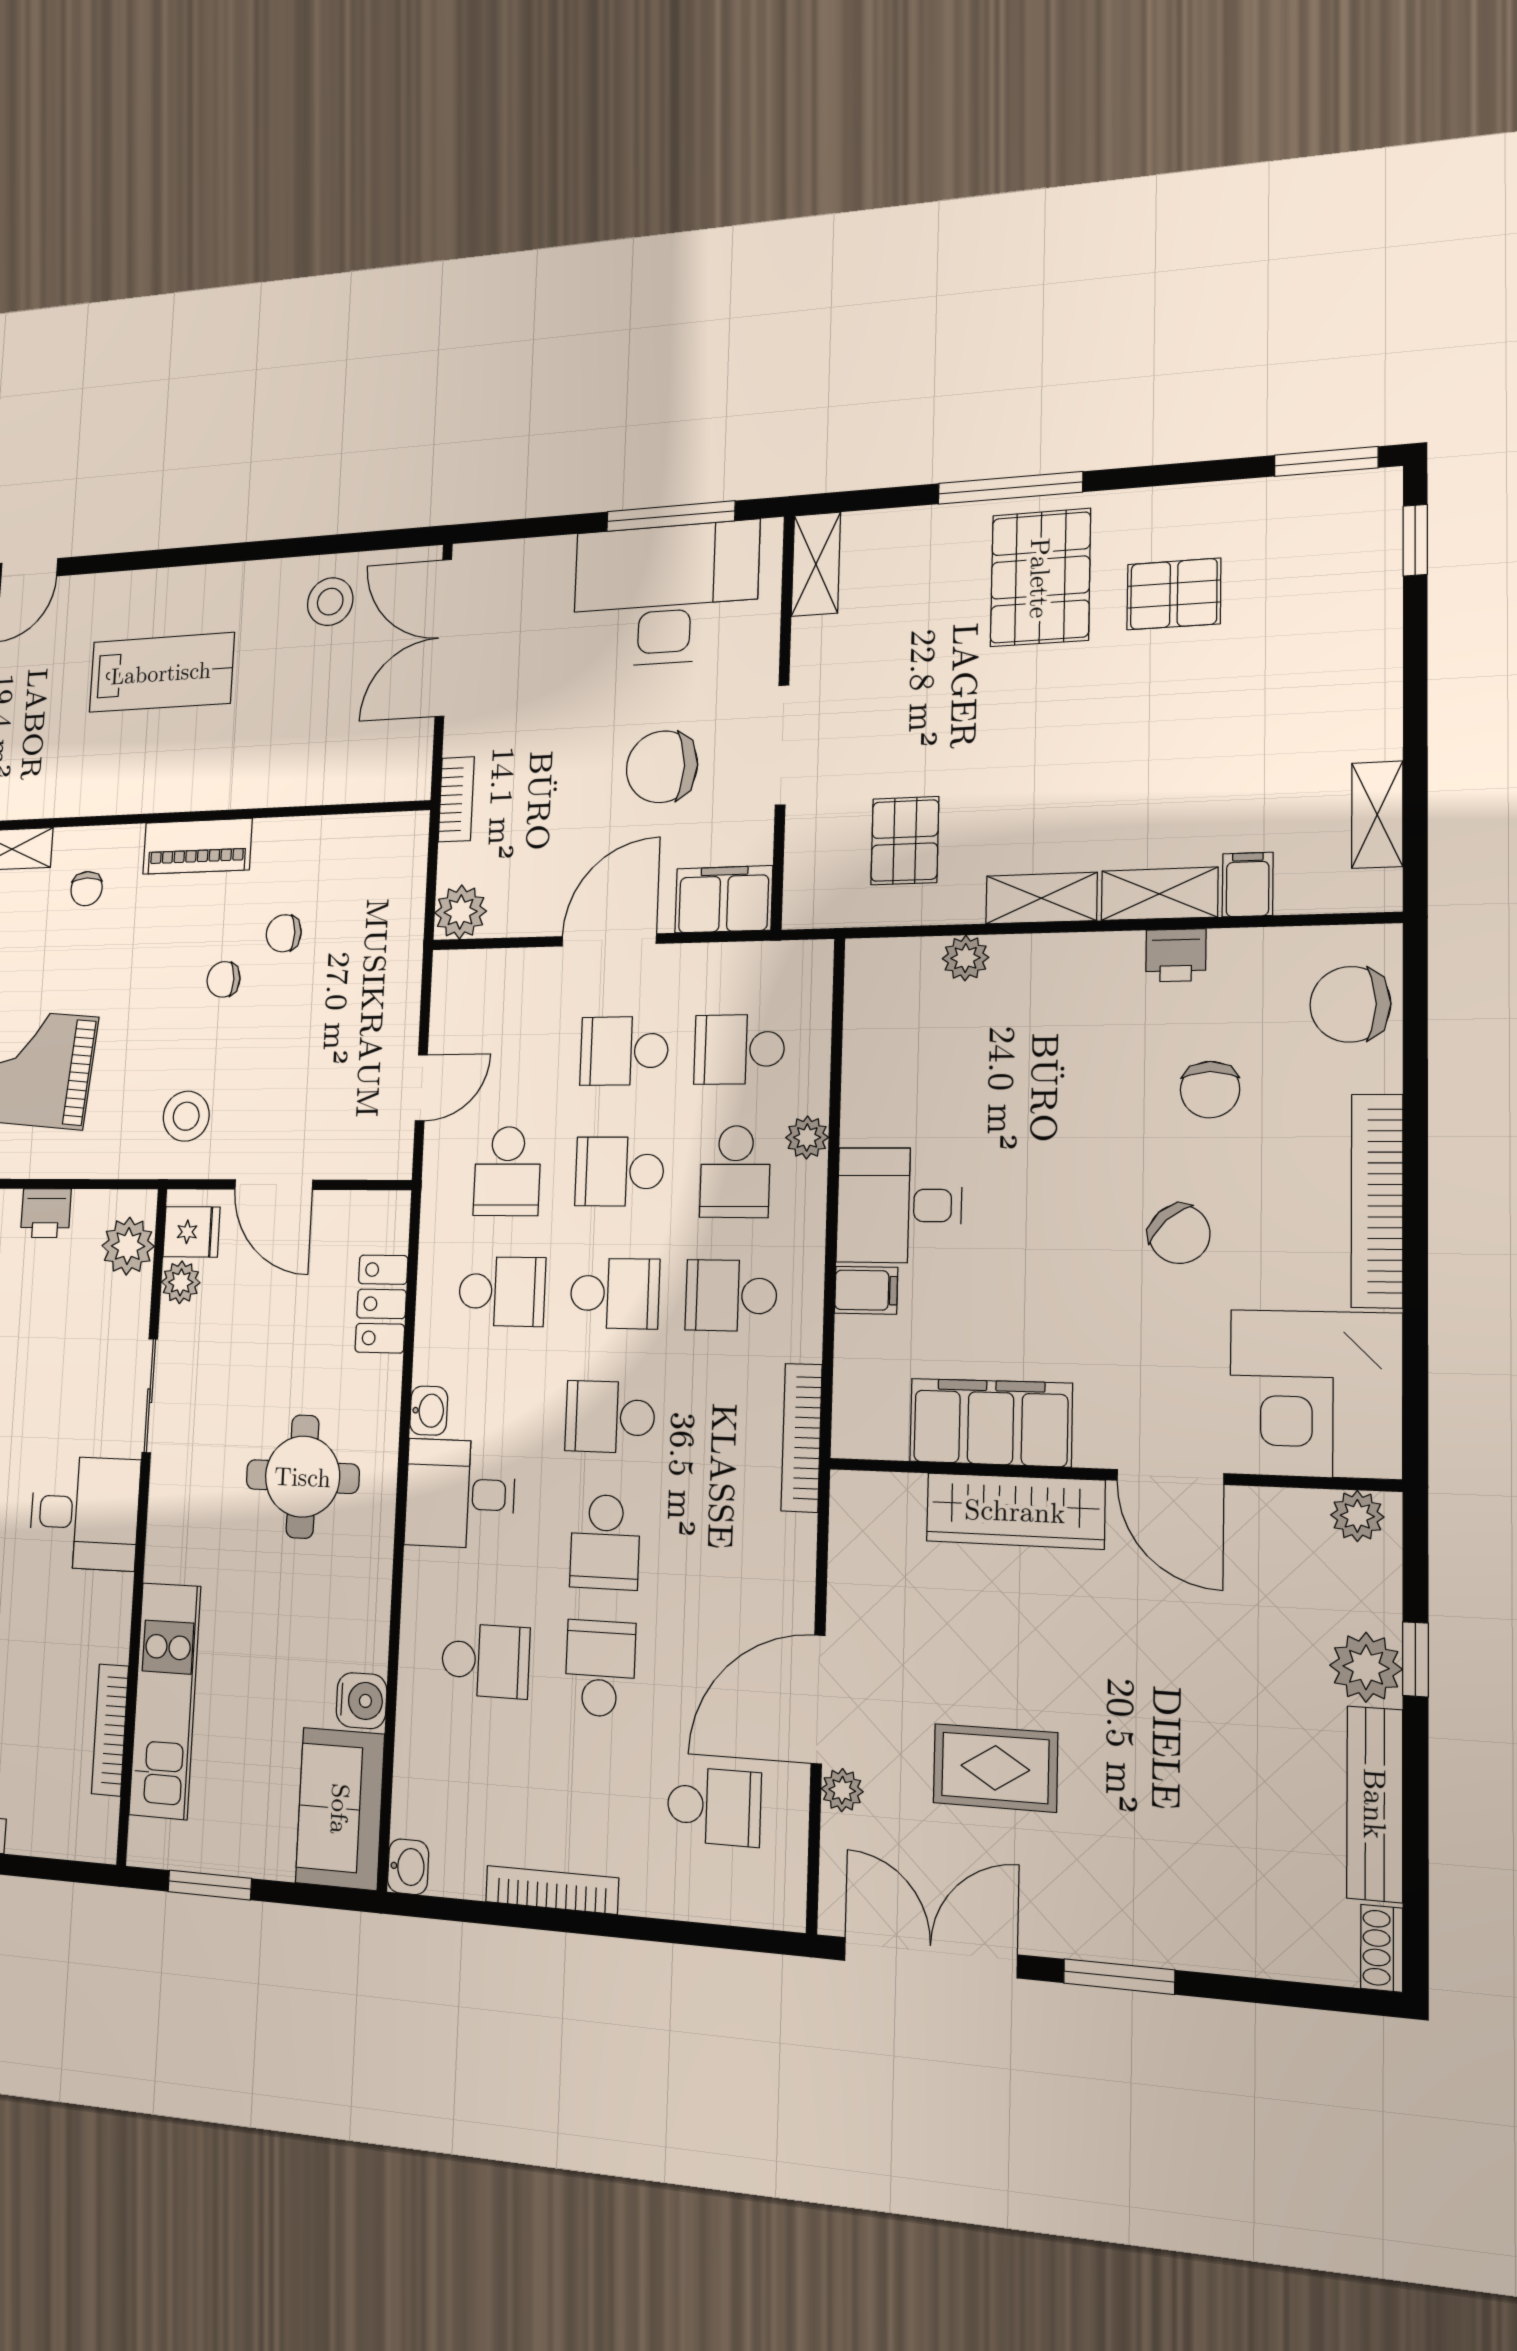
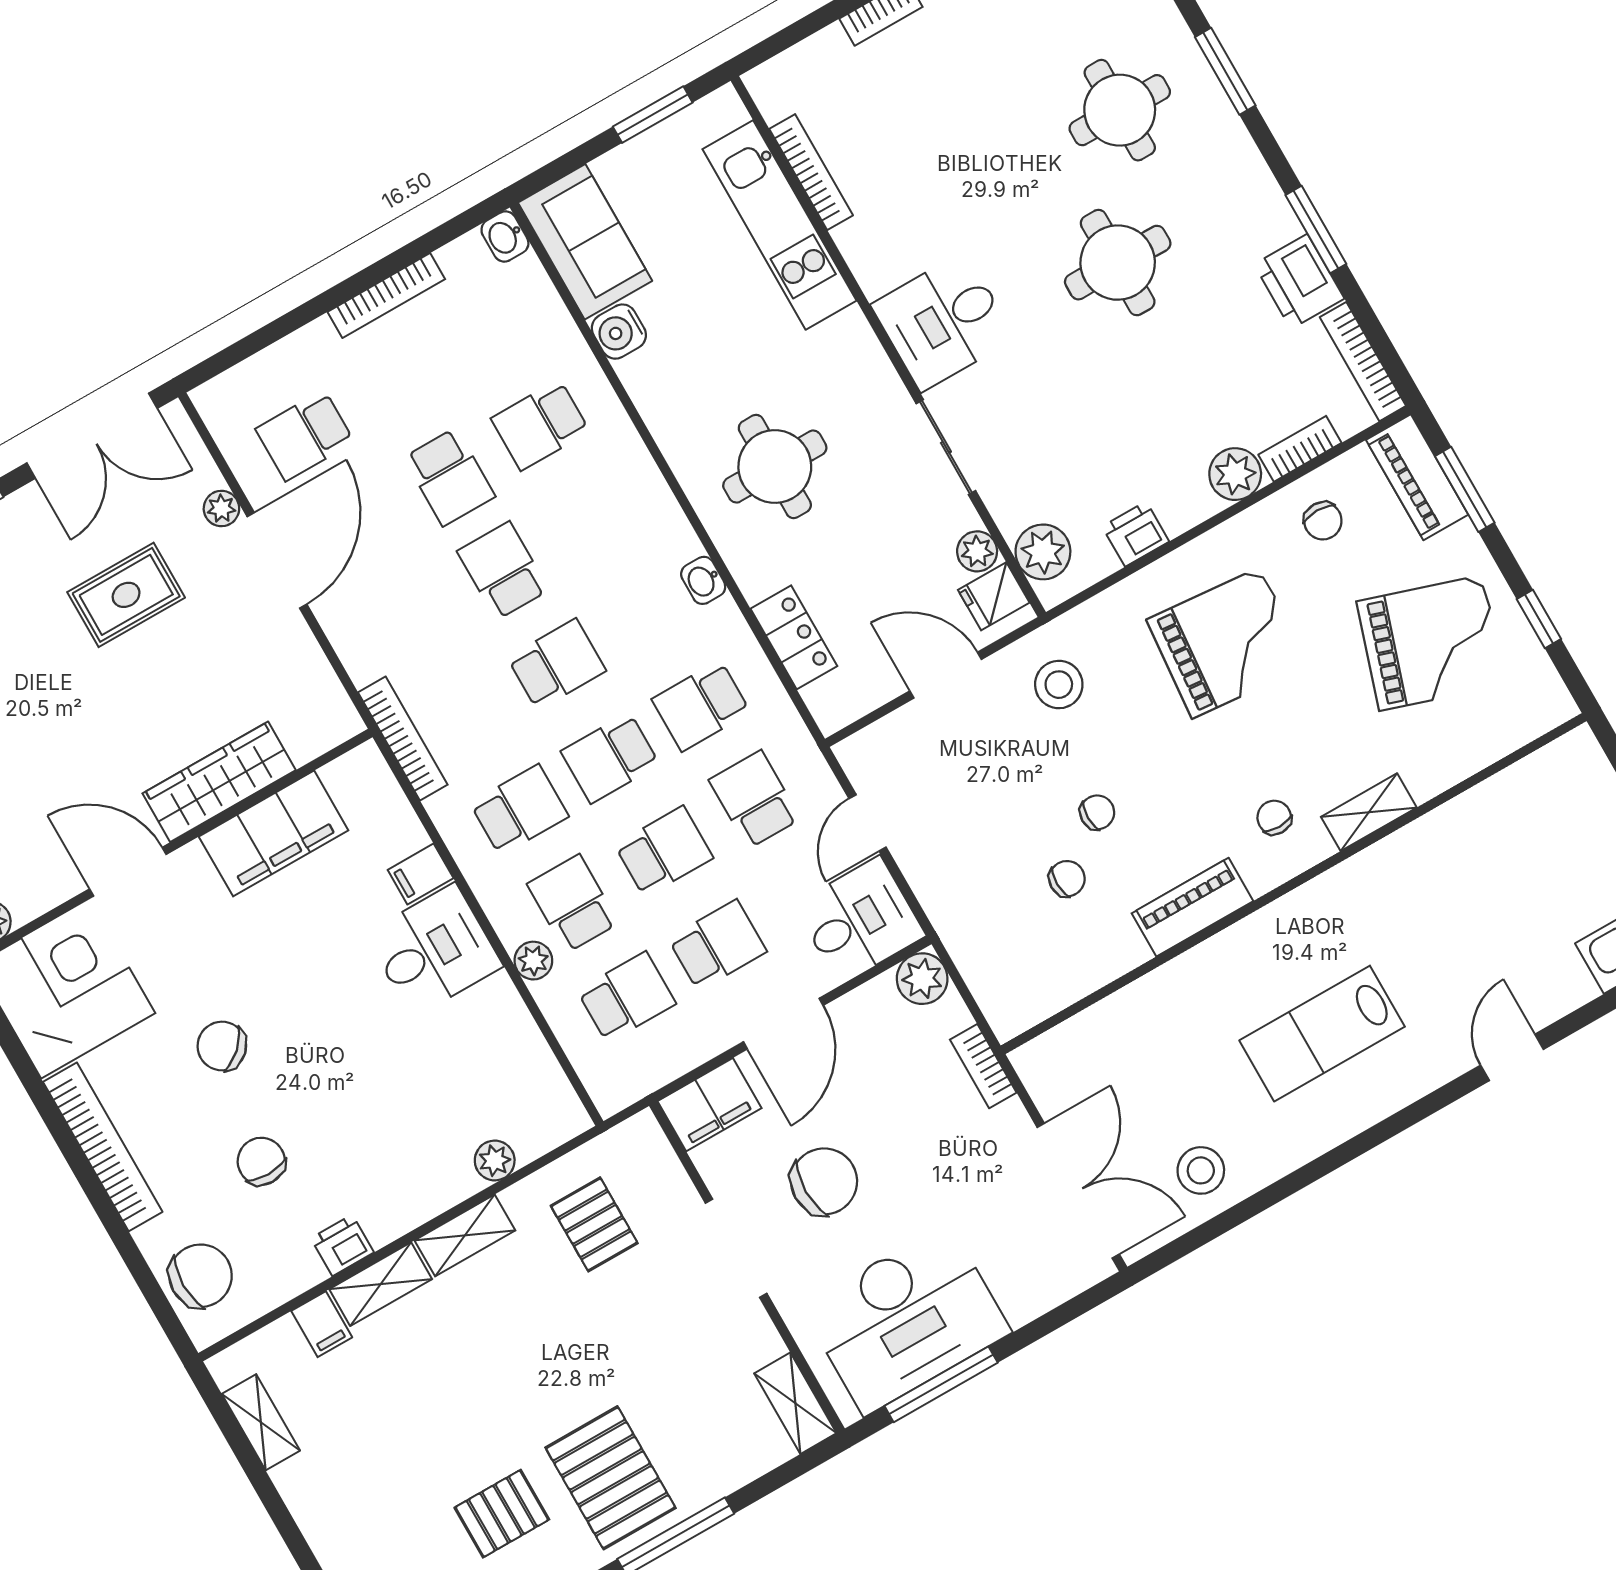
desk: (460, 1494) -> (860, 920), moved

